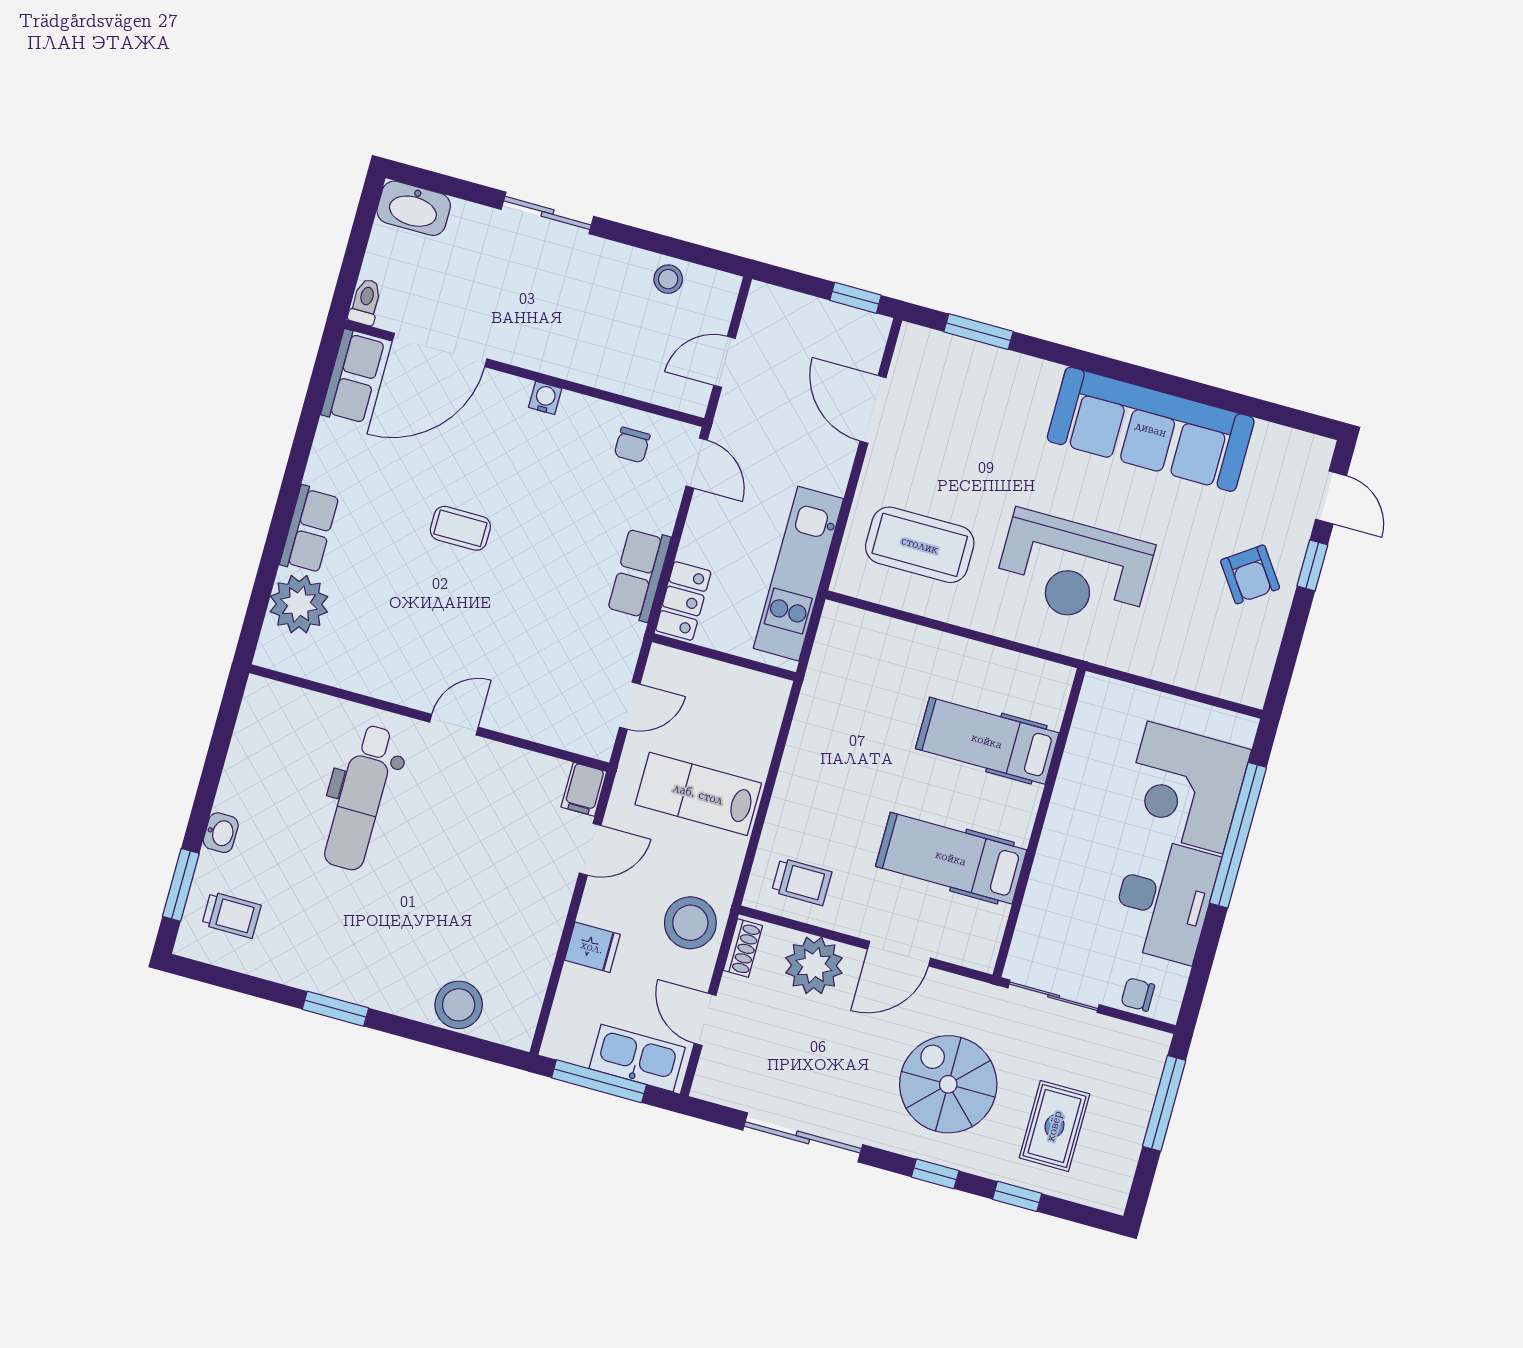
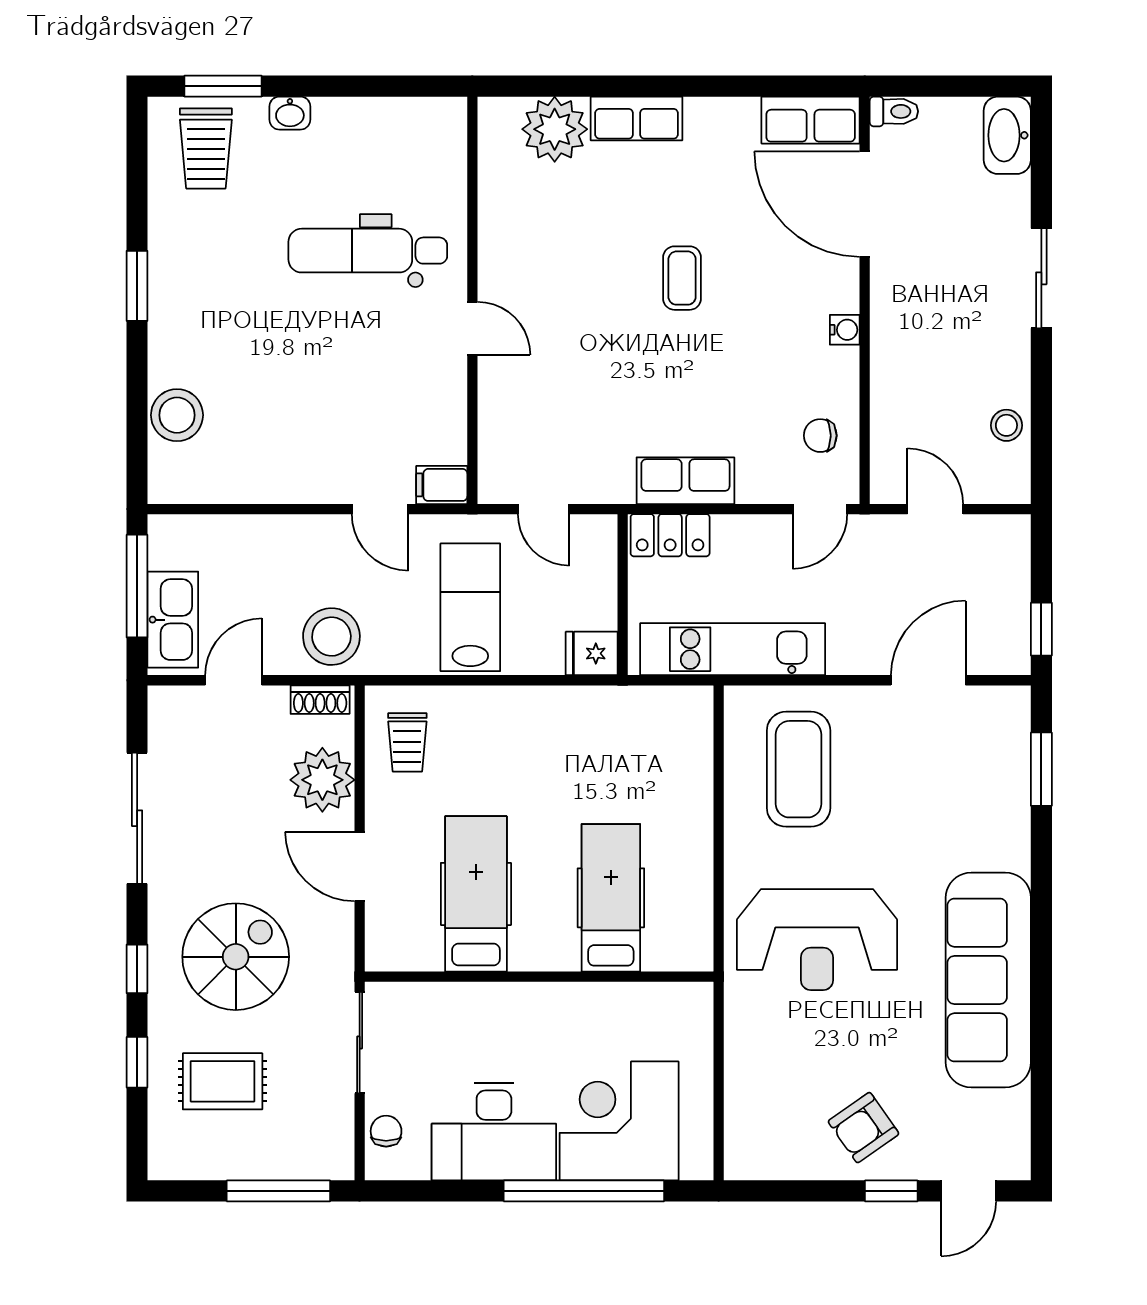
reception desk: (1074, 570) -> (817, 940), turned -90
trolley: (231, 915) -> (206, 148), width x1.36, depth x1.39
fridge: (592, 947) -> (592, 653), moved, turned 90

